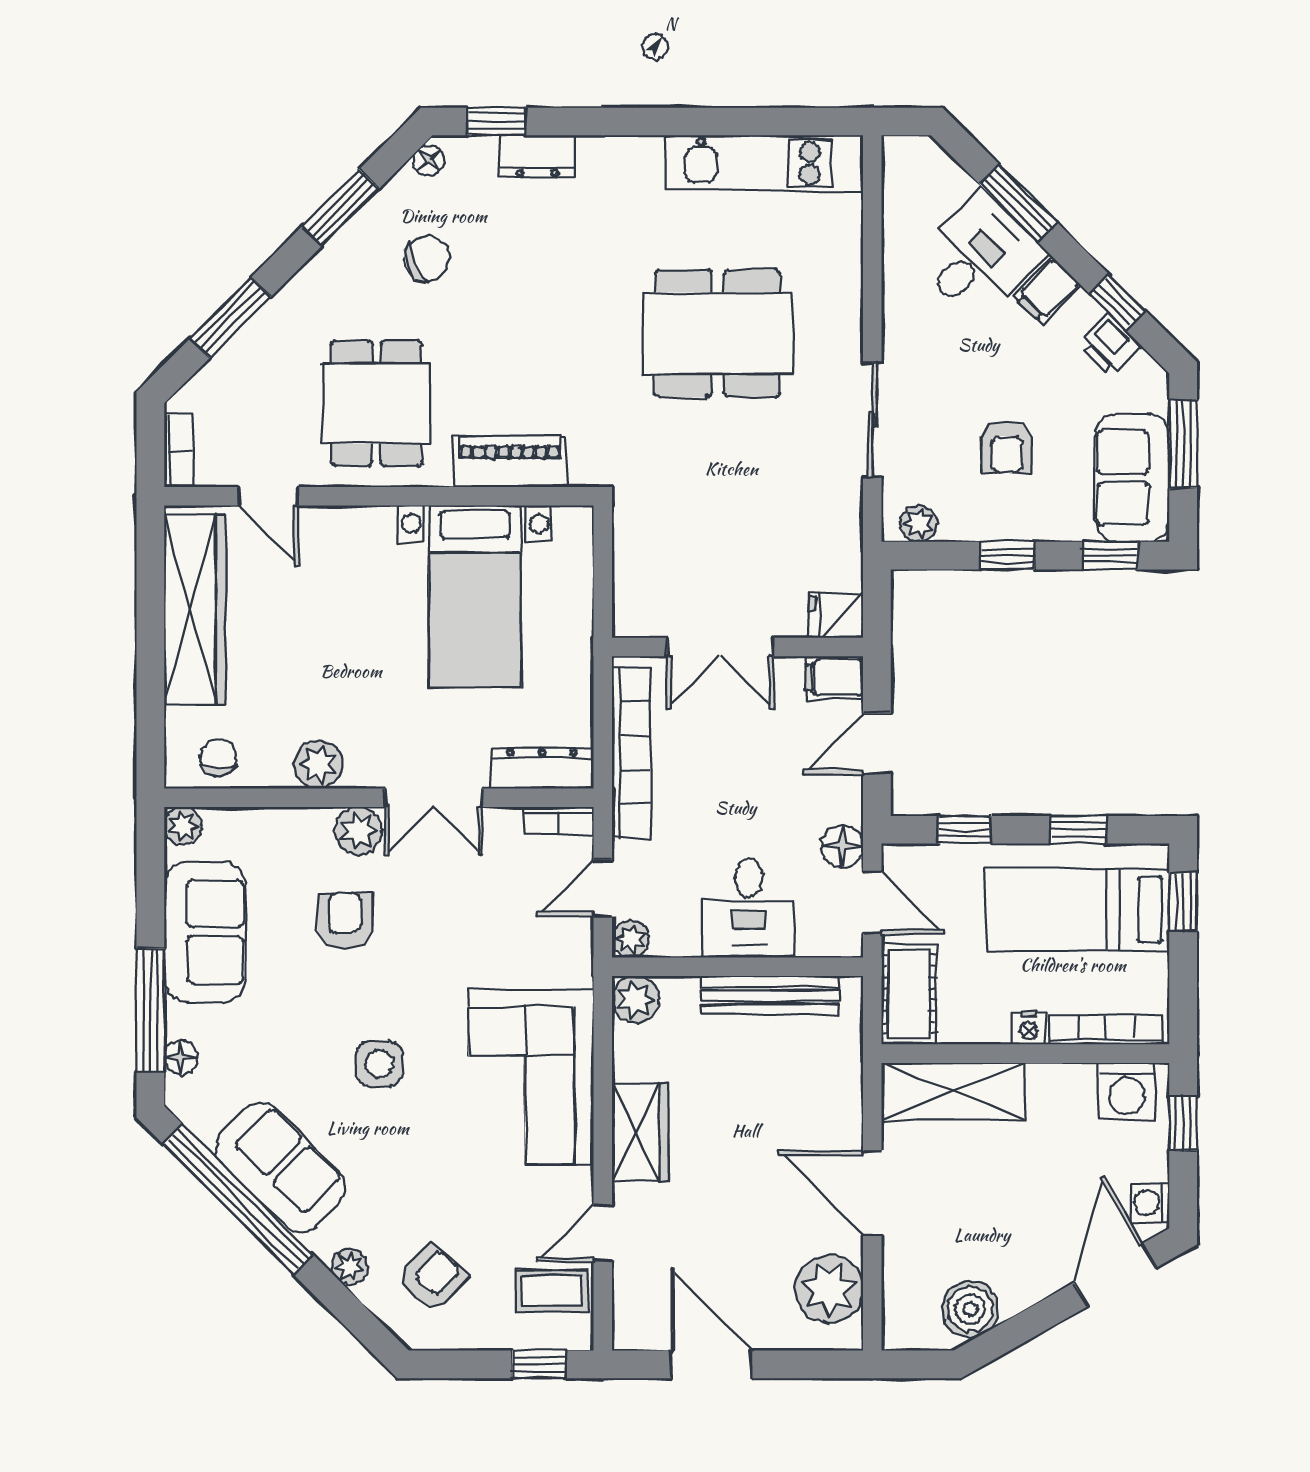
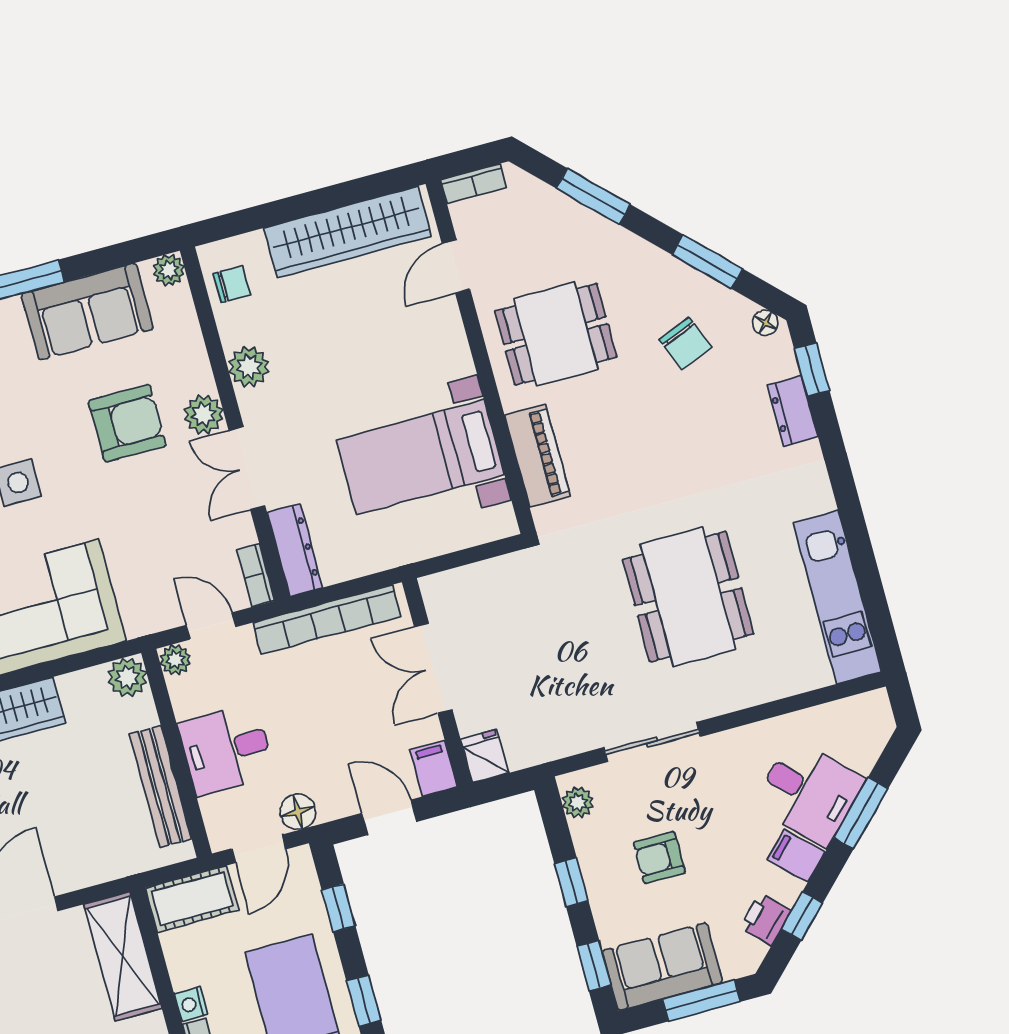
armchair: (345, 921) -> (127, 423), width x1.38, depth x1.38

